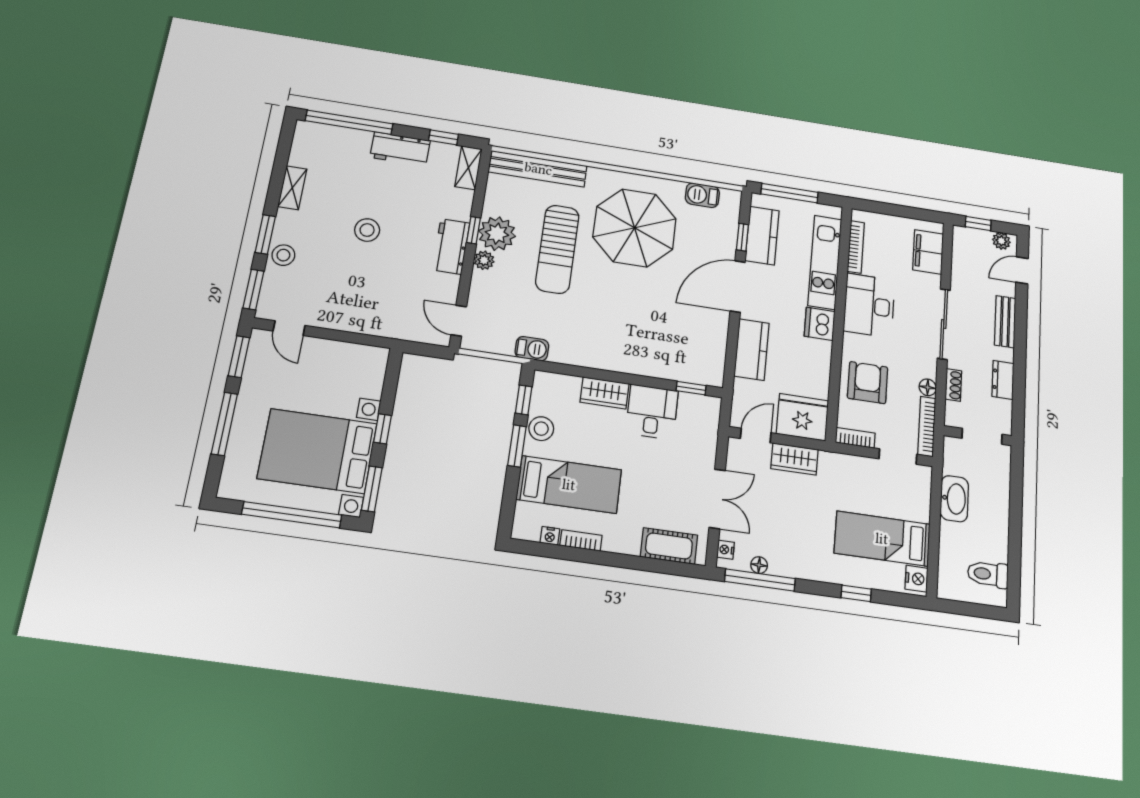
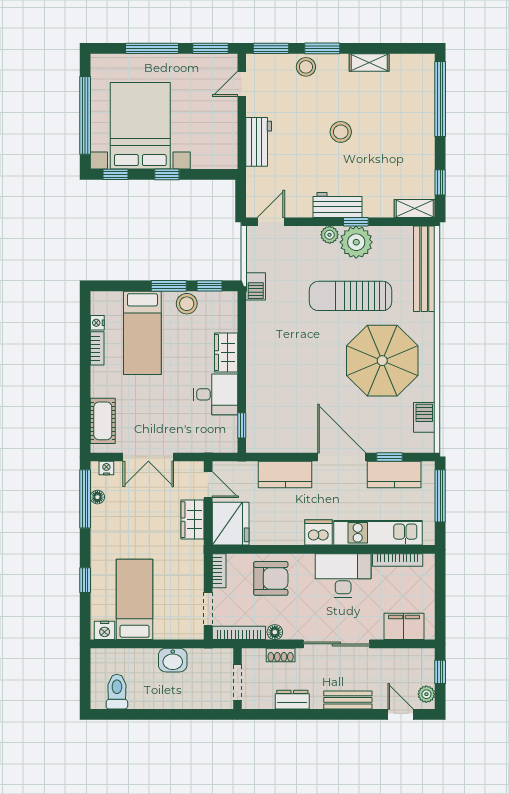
workbench: (400, 149) -> (259, 142), moved, turned 180
window: (372, 489) -> (115, 174), width x0.67
washbasin: (954, 499) -> (173, 660), width x0.72

